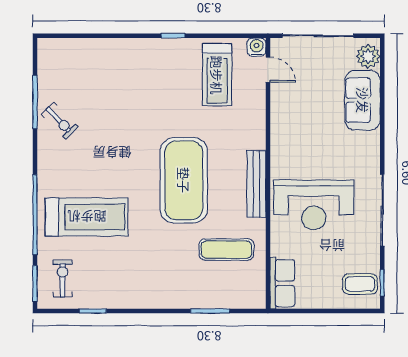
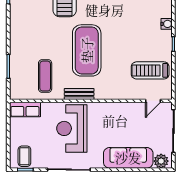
water cooler: (256, 47) -> (167, 24), moved
sofa: (363, 100) -> (128, 158), width x1.36
exercise mat: (184, 180) -> (87, 50), turned 90
bench: (256, 184) -> (79, 94), width x0.73

